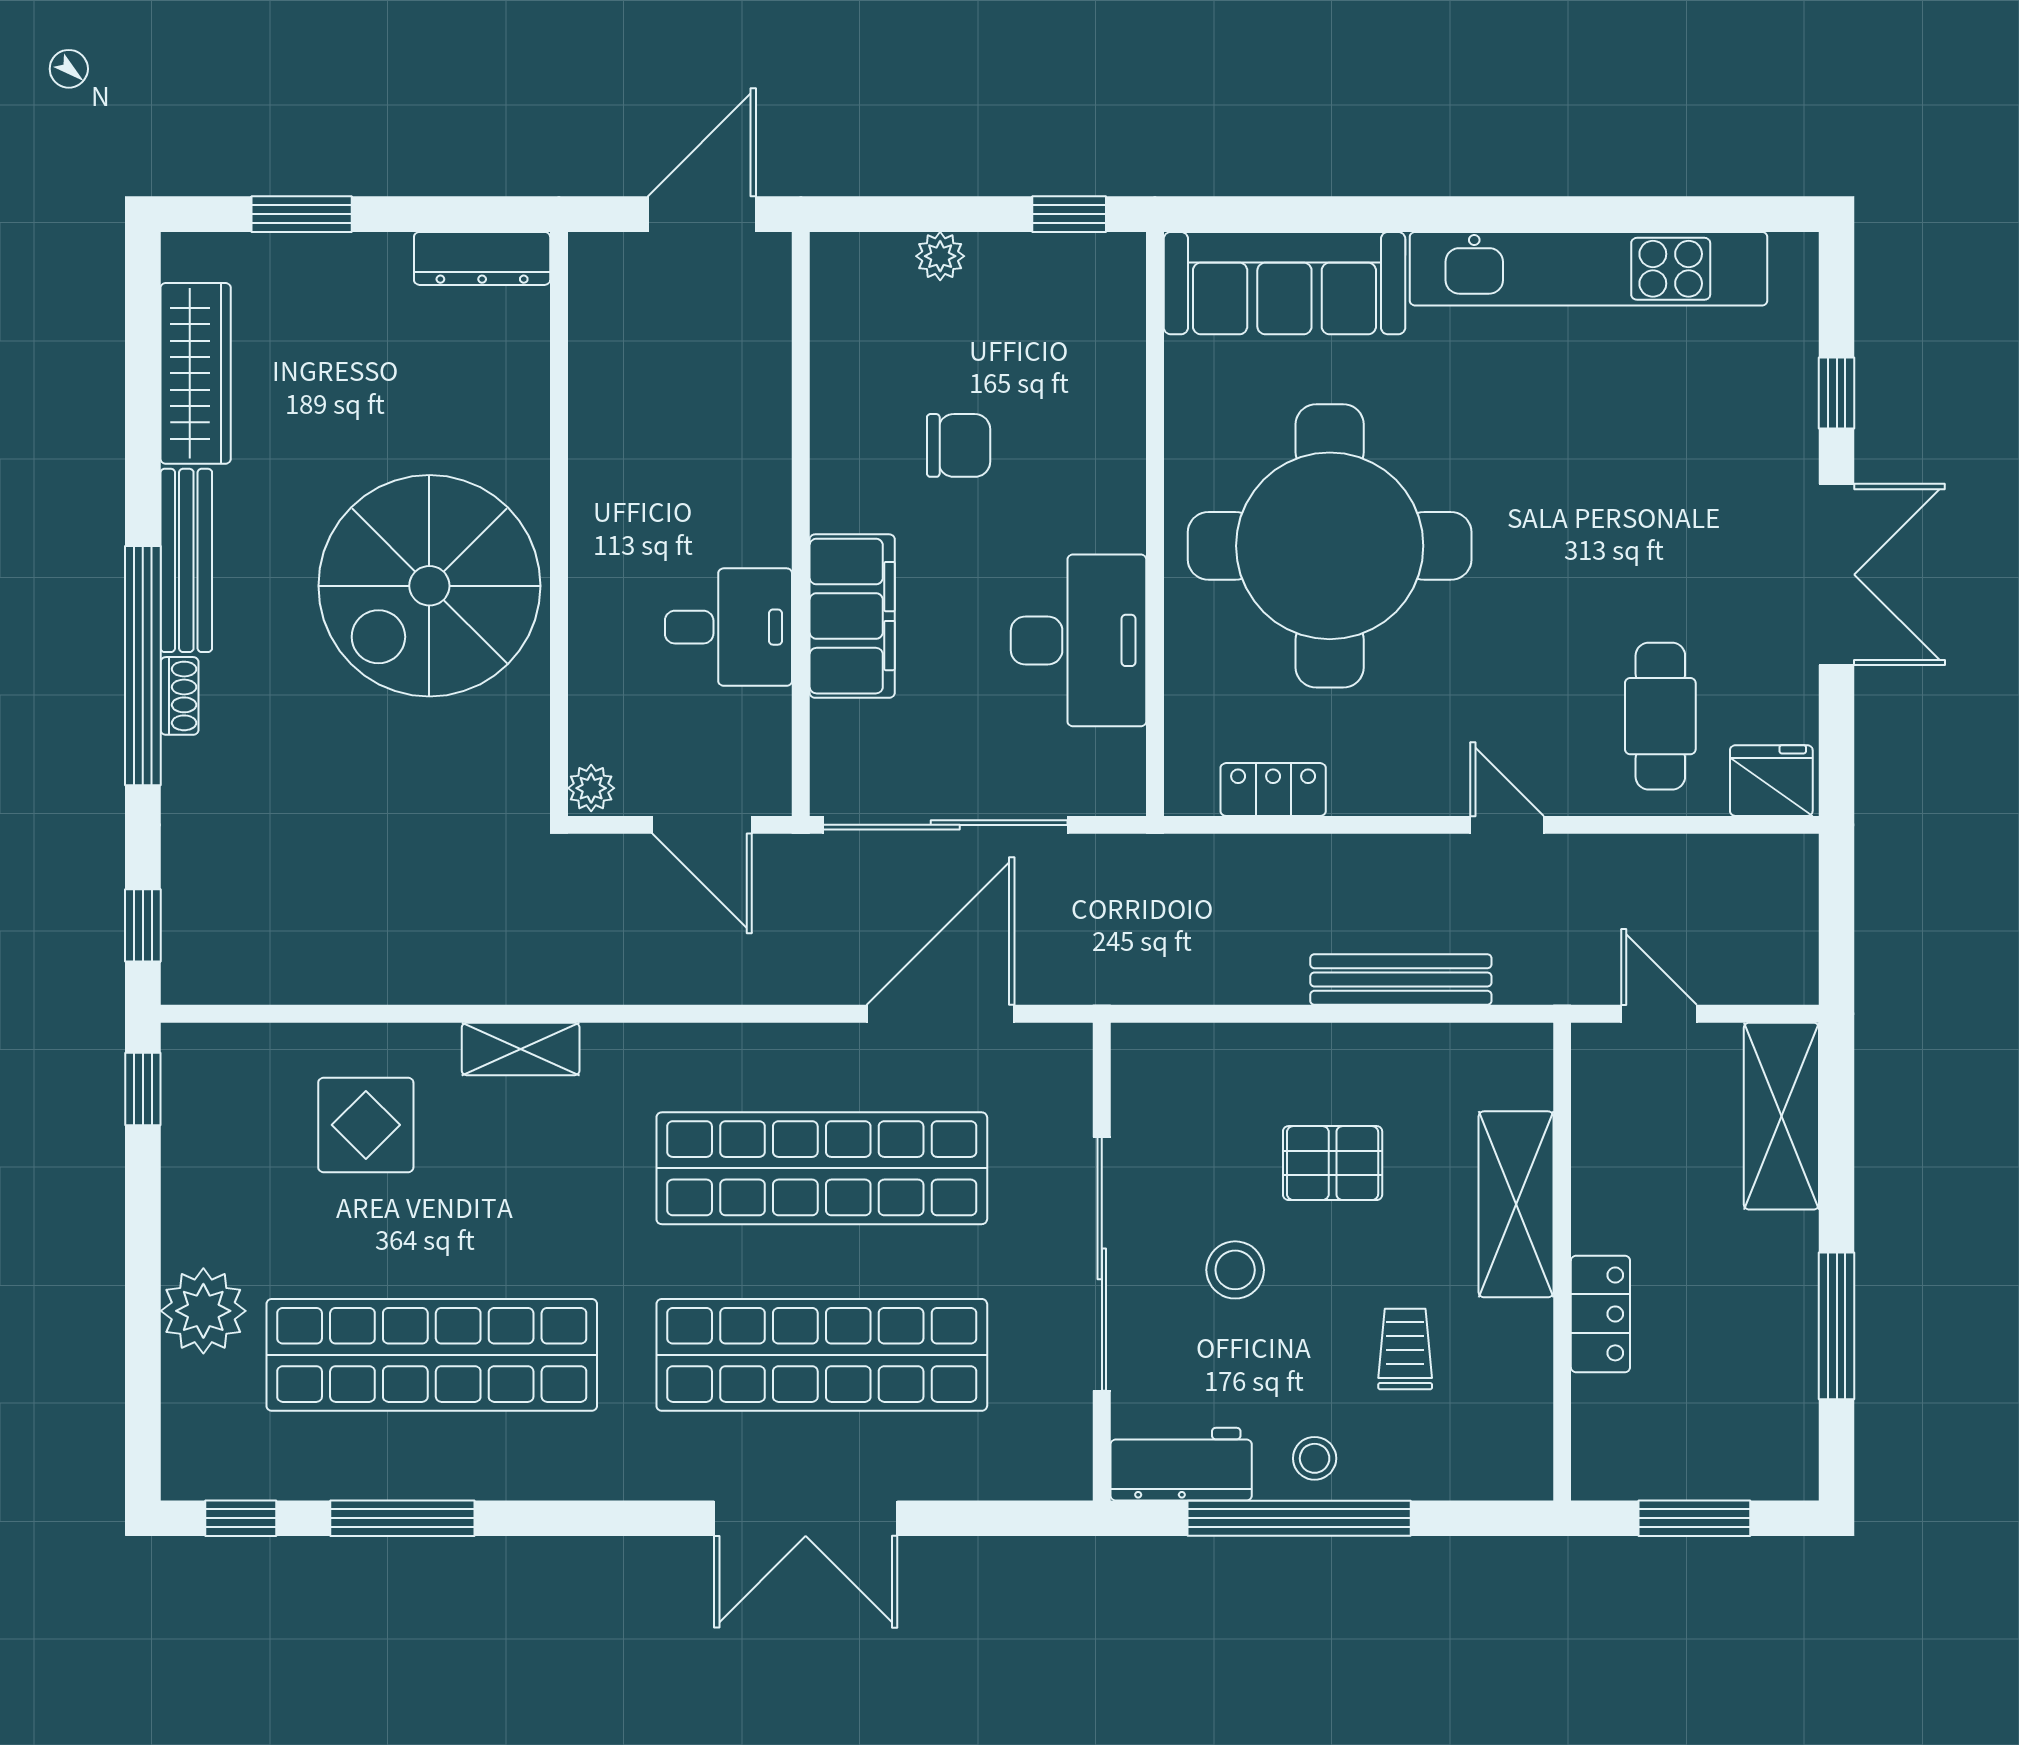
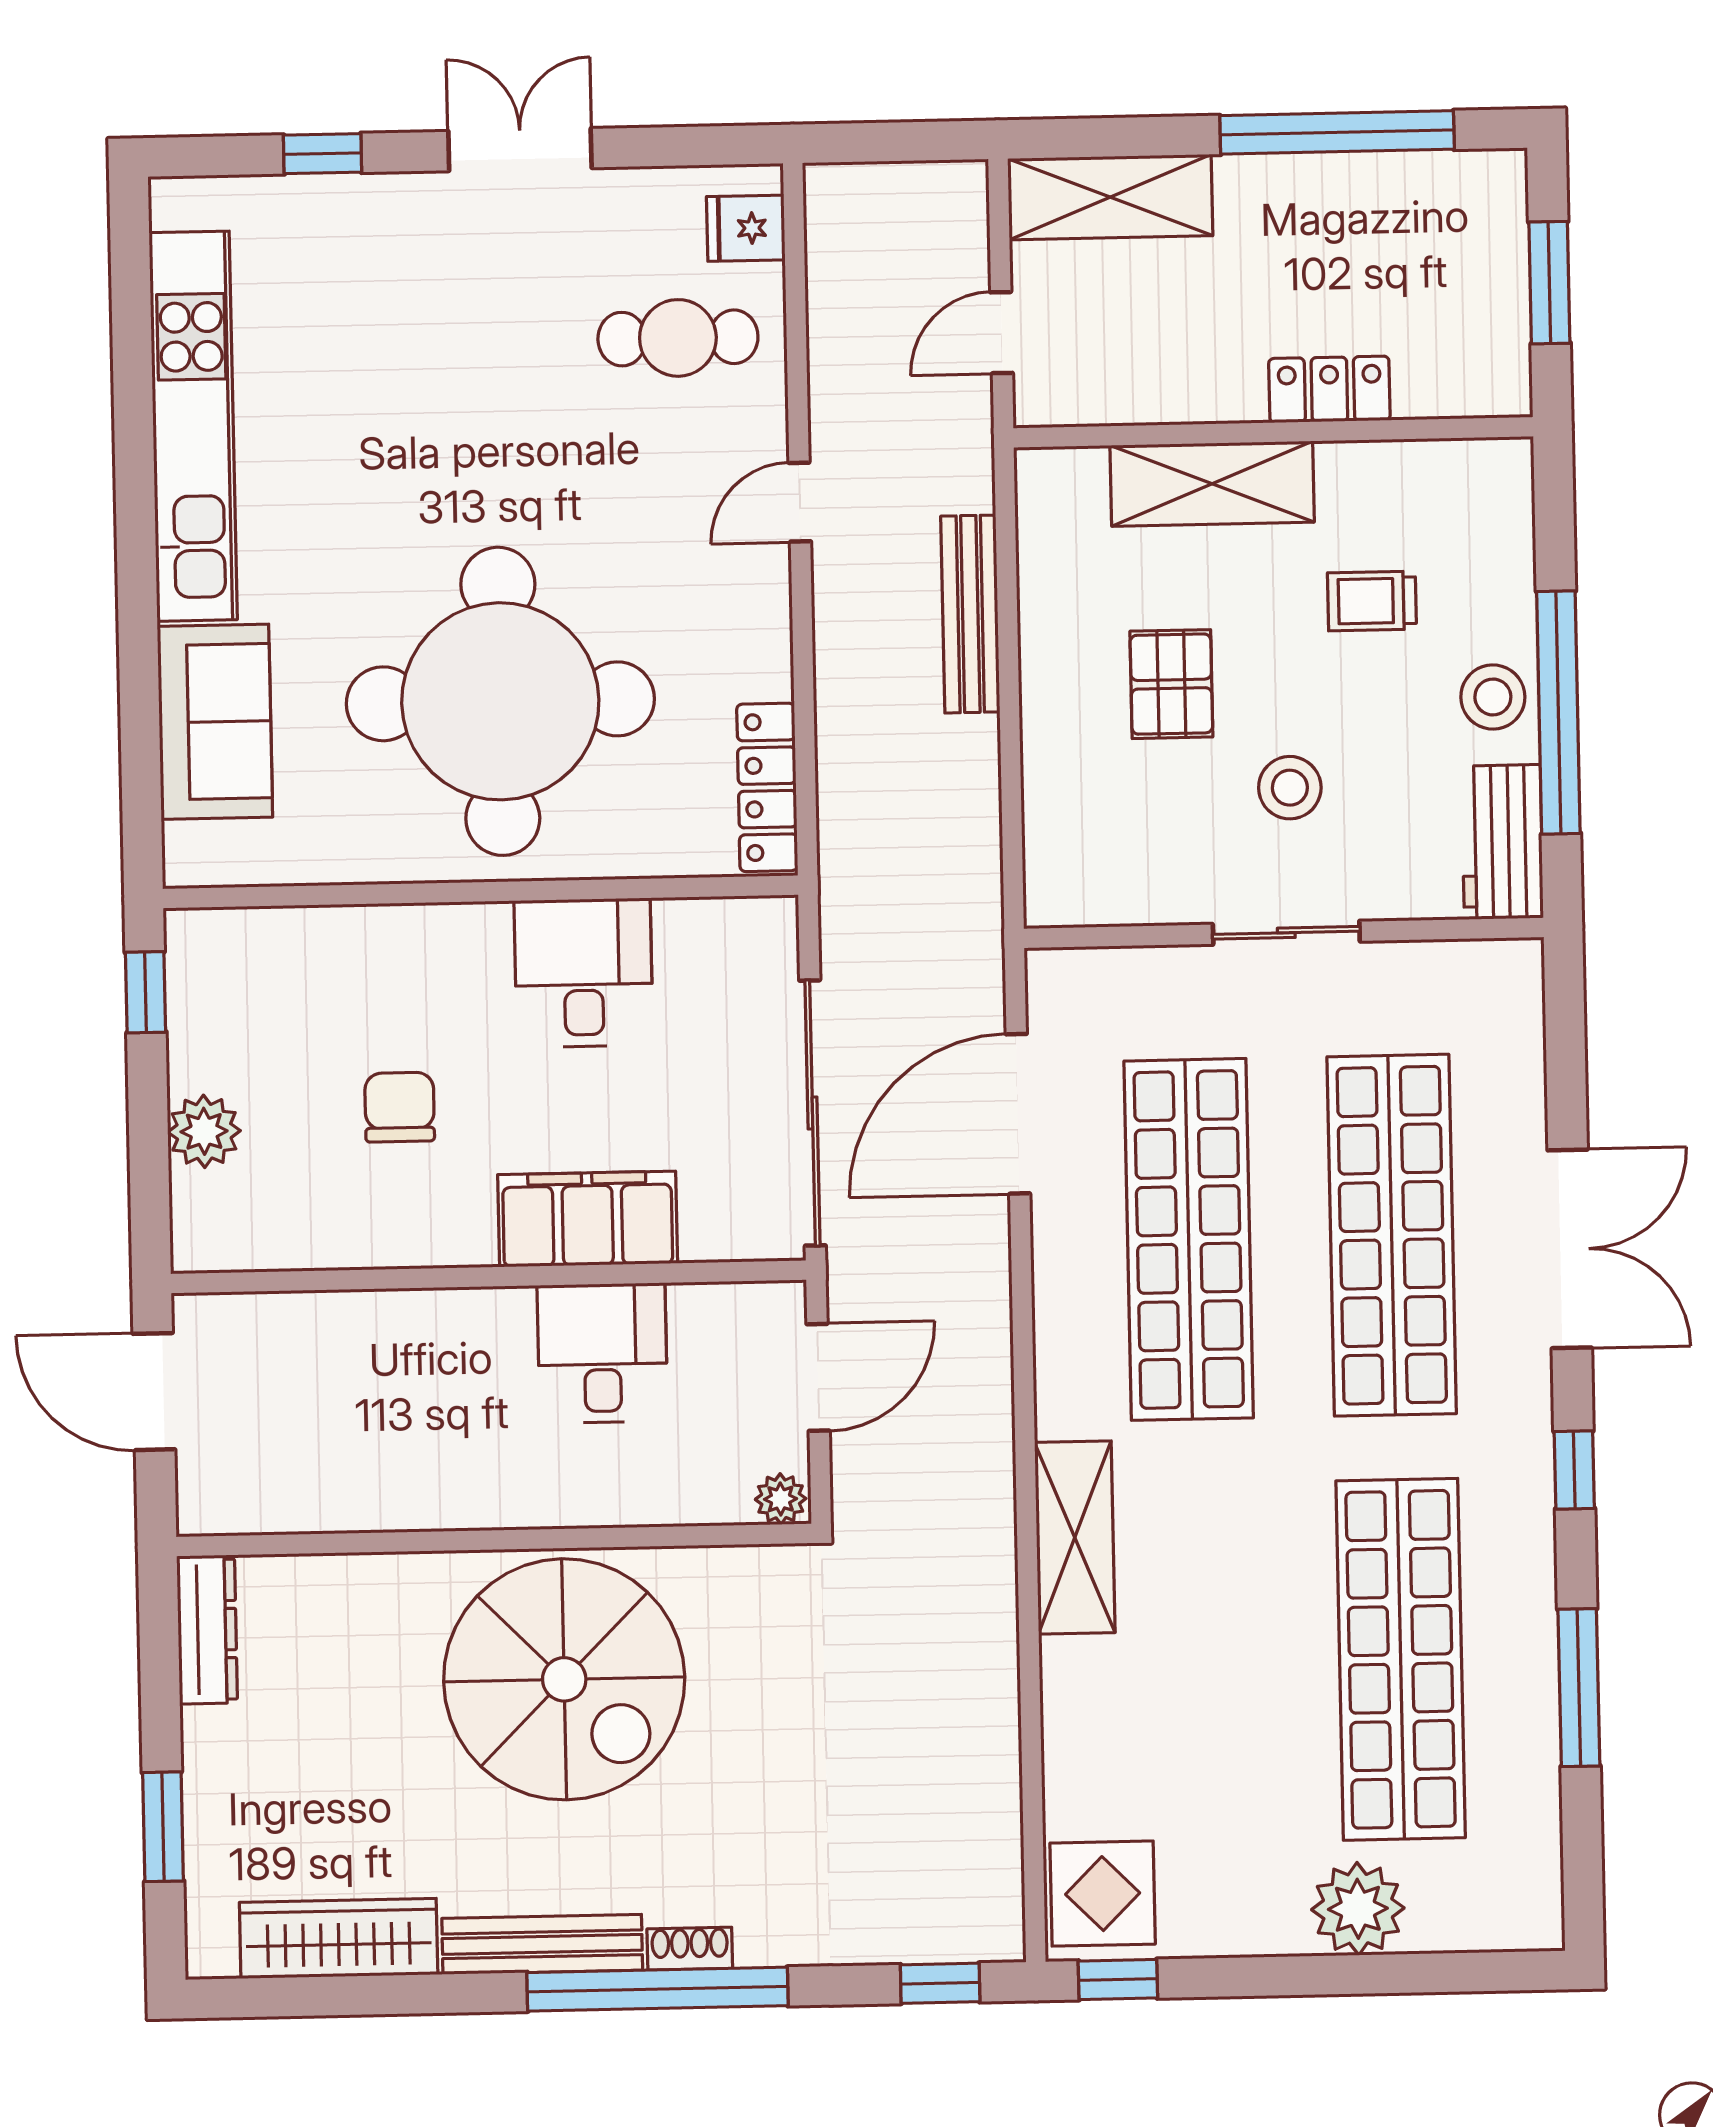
plant: (940, 256) -> (204, 1131), width x1.38, depth x1.38
sofa: (1284, 283) -> (215, 722), width x0.73
double door: (1837, 575) -> (520, 150), width x0.73
desk: (1078, 640) -> (583, 973), width x0.73
fridge: (1771, 781) -> (746, 228), width x0.72
locker: (1273, 790) -> (767, 787), width x1.53
door: (941, 1014) -> (1018, 1114), hinge flipped
shelving: (521, 1049) -> (1075, 1537), width x1.50, depth x1.33
display table: (366, 1125) -> (1103, 1894), moved
sliding door: (1102, 1264) -> (1286, 933), width x0.54
window: (1837, 1326) -> (1337, 132), width x1.46
stool: (1315, 1458) -> (1493, 697), width x1.37, depth x1.37
window: (241, 1518) -> (1574, 1470), moved

